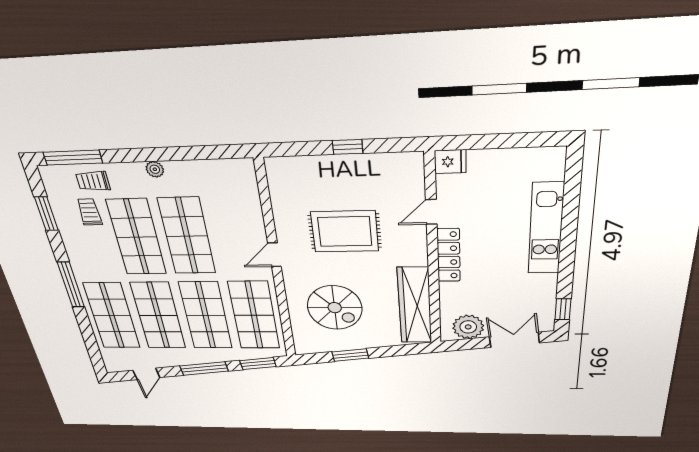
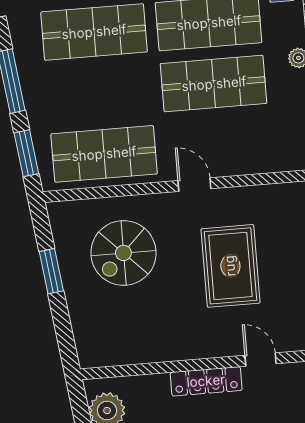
wardrobe: (415, 306) -> (134, 347), removed
shop shelf: (206, 315) -> (99, 93), removed

